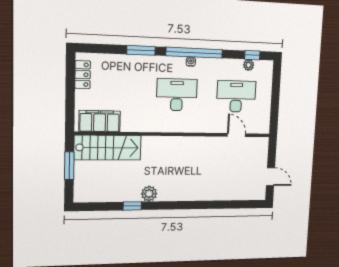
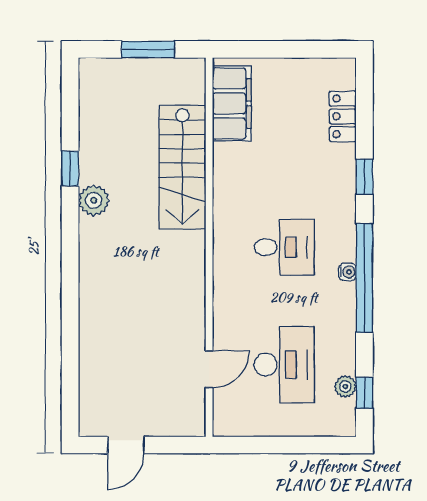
window: (141, 50) -> (364, 177), width x0.67
locker: (83, 75) -> (343, 116), moved, turned 90
desk: (177, 95) -> (284, 247), width x0.73
stairs: (108, 148) -> (182, 167), moved

